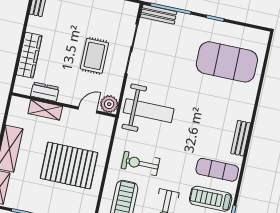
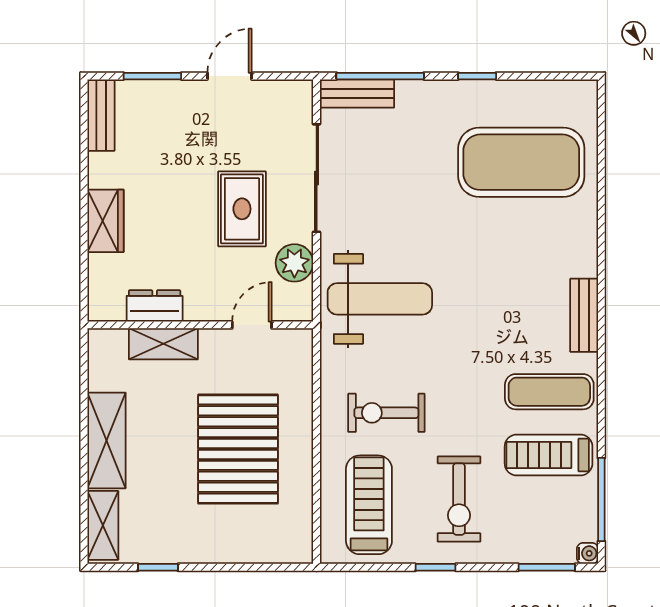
wardrobe: (29, 55) -> (105, 221), width x0.67
plant: (109, 104) -> (294, 263), moved
pallet: (69, 165) -> (238, 449), turned 90

